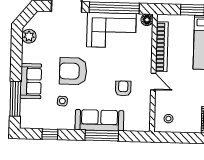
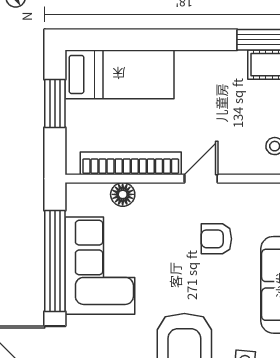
floor lamp: (147, 20) -> (123, 194), moved

